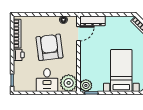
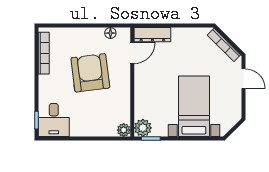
printer: (19, 55) -> (46, 84), removed
desk: (47, 80) -> (54, 120), moved
plant: (69, 83) -> (124, 130), width x0.53, depth x0.53

